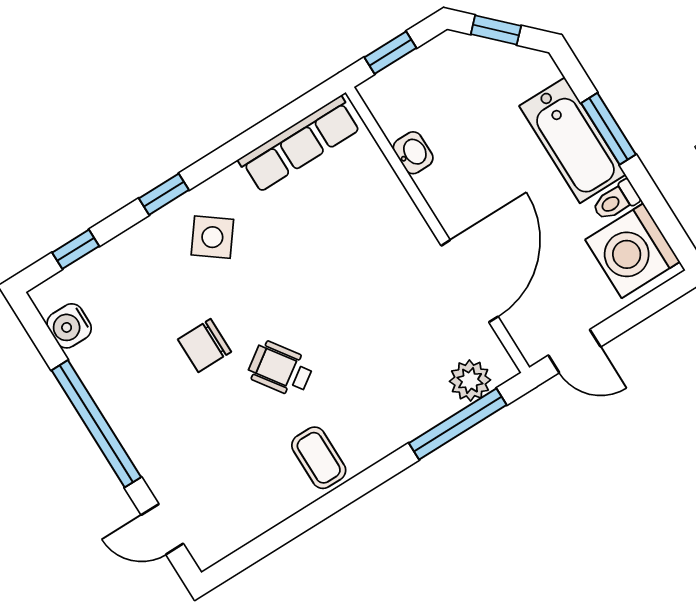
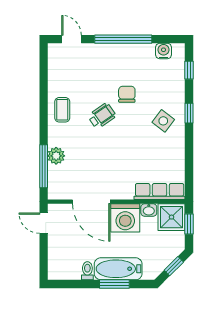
shower: (399, 97) -> (172, 217), added
row of seats: (300, 144) -> (160, 192), moved, turned 90
washing machine: (633, 251) -> (125, 218), moved, turned 180
door: (575, 351) -> (44, 223), hinge flipped
plant: (470, 381) -> (56, 156), moved
coffee table: (319, 458) -> (62, 110), turned 90
door: (162, 529) -> (71, 39), hinge flipped

